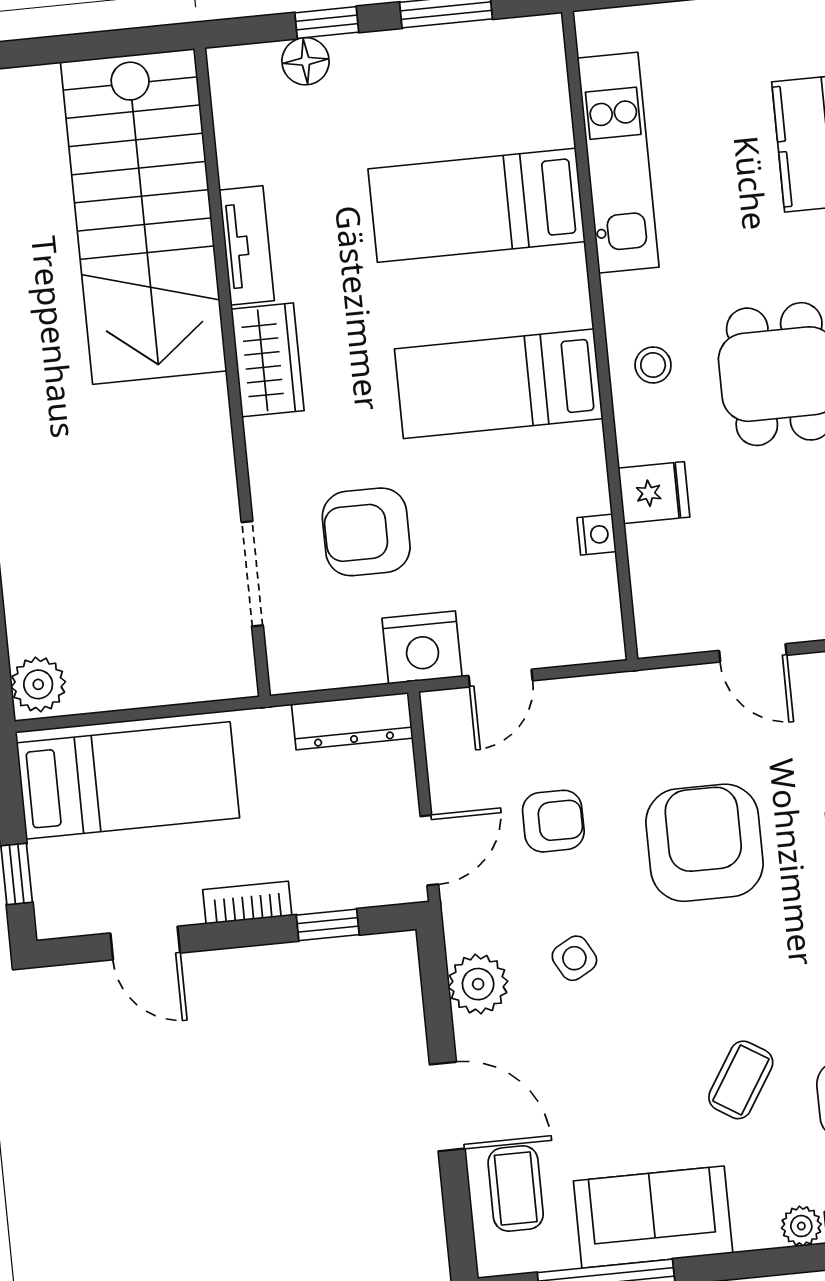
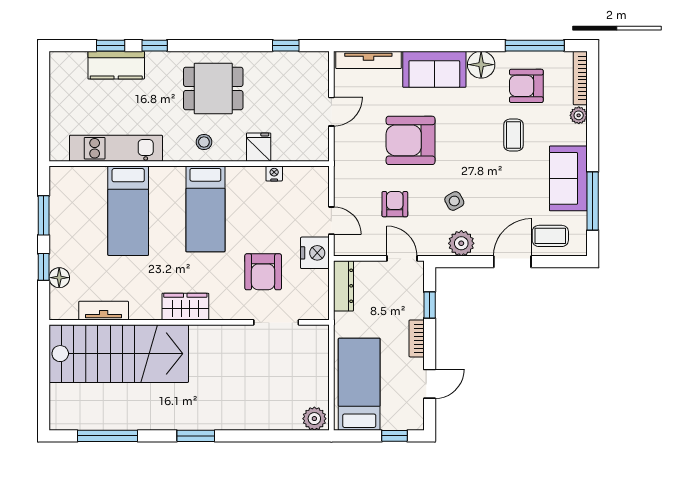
tv unit: (247, 245) -> (104, 311), moved
coffee table: (741, 1080) -> (513, 135), turned 58

